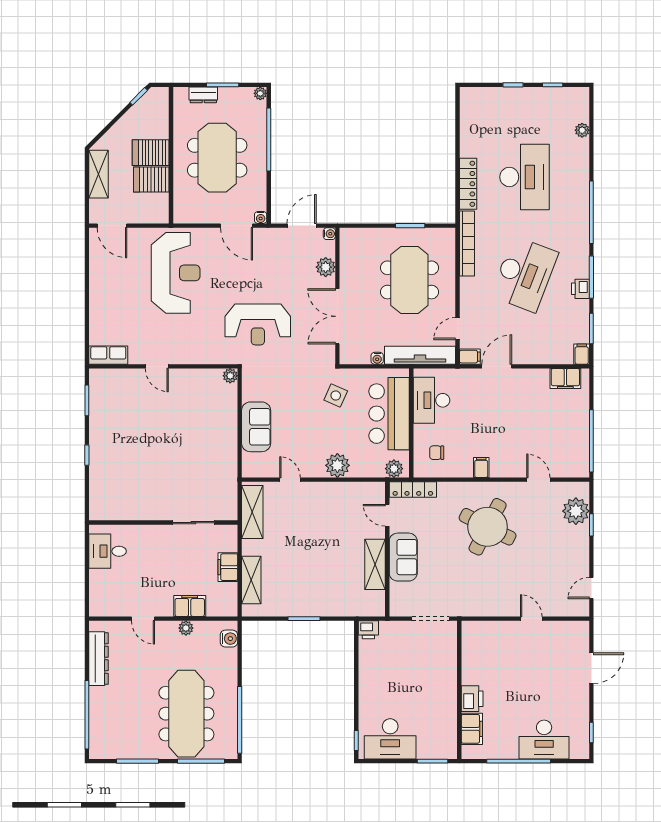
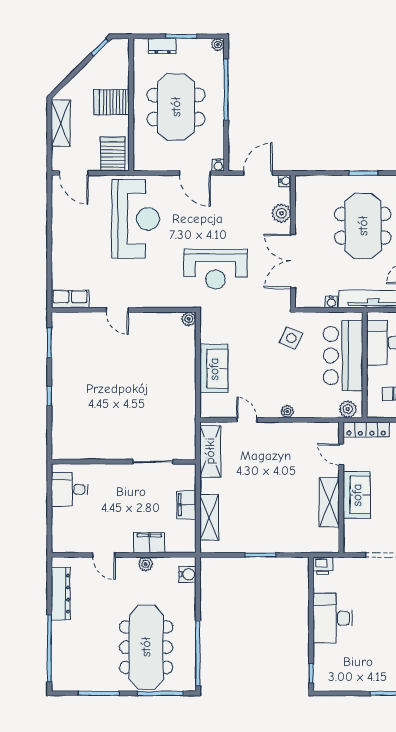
server rack: (151, 180) -> (113, 154), moved, turned 90
plant: (337, 465) -> (287, 412), width x0.53, depth x0.53
desk: (390, 739) -> (333, 618), moved, turned 90

